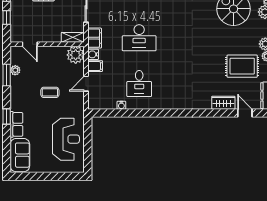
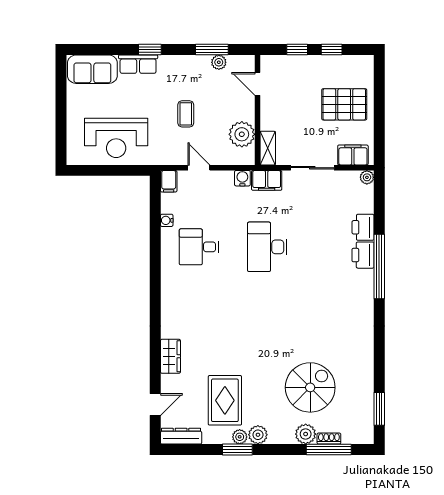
door: (30, 44) -> (257, 84), hinge flipped
plant: (76, 55) -> (242, 134), moved
filing cabinet: (95, 66) -> (169, 181), moved
wardrobe: (223, 103) -> (170, 356), moved

